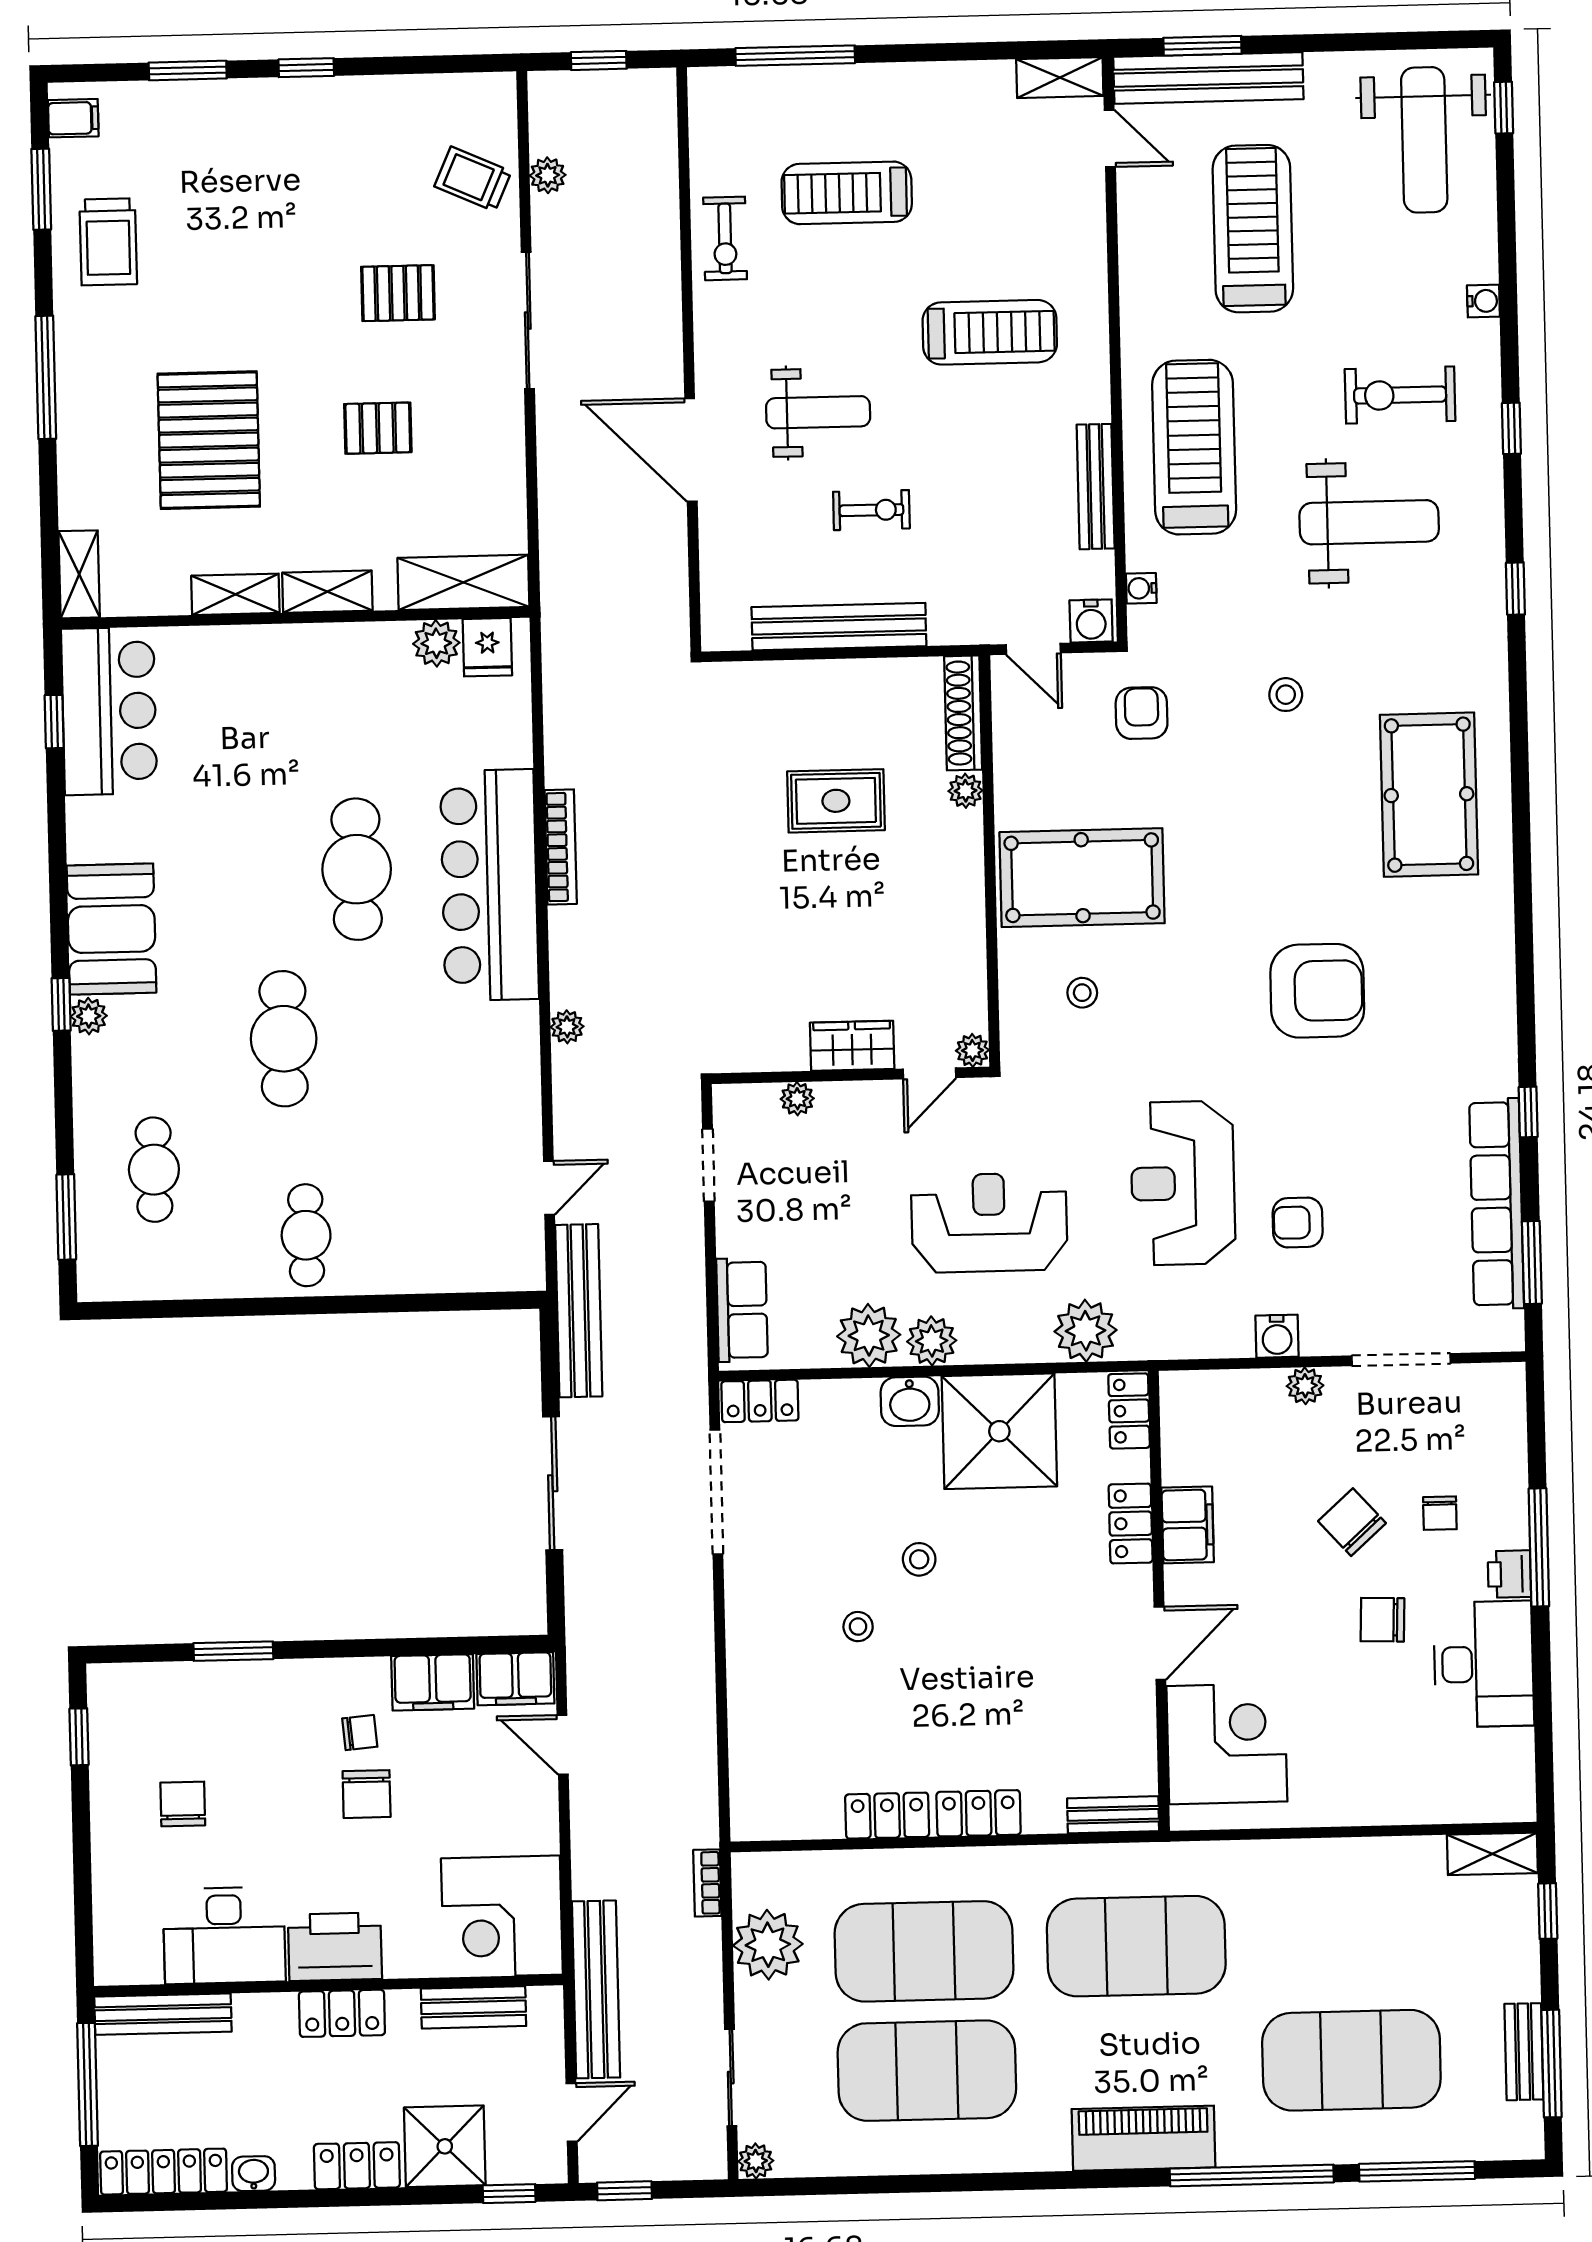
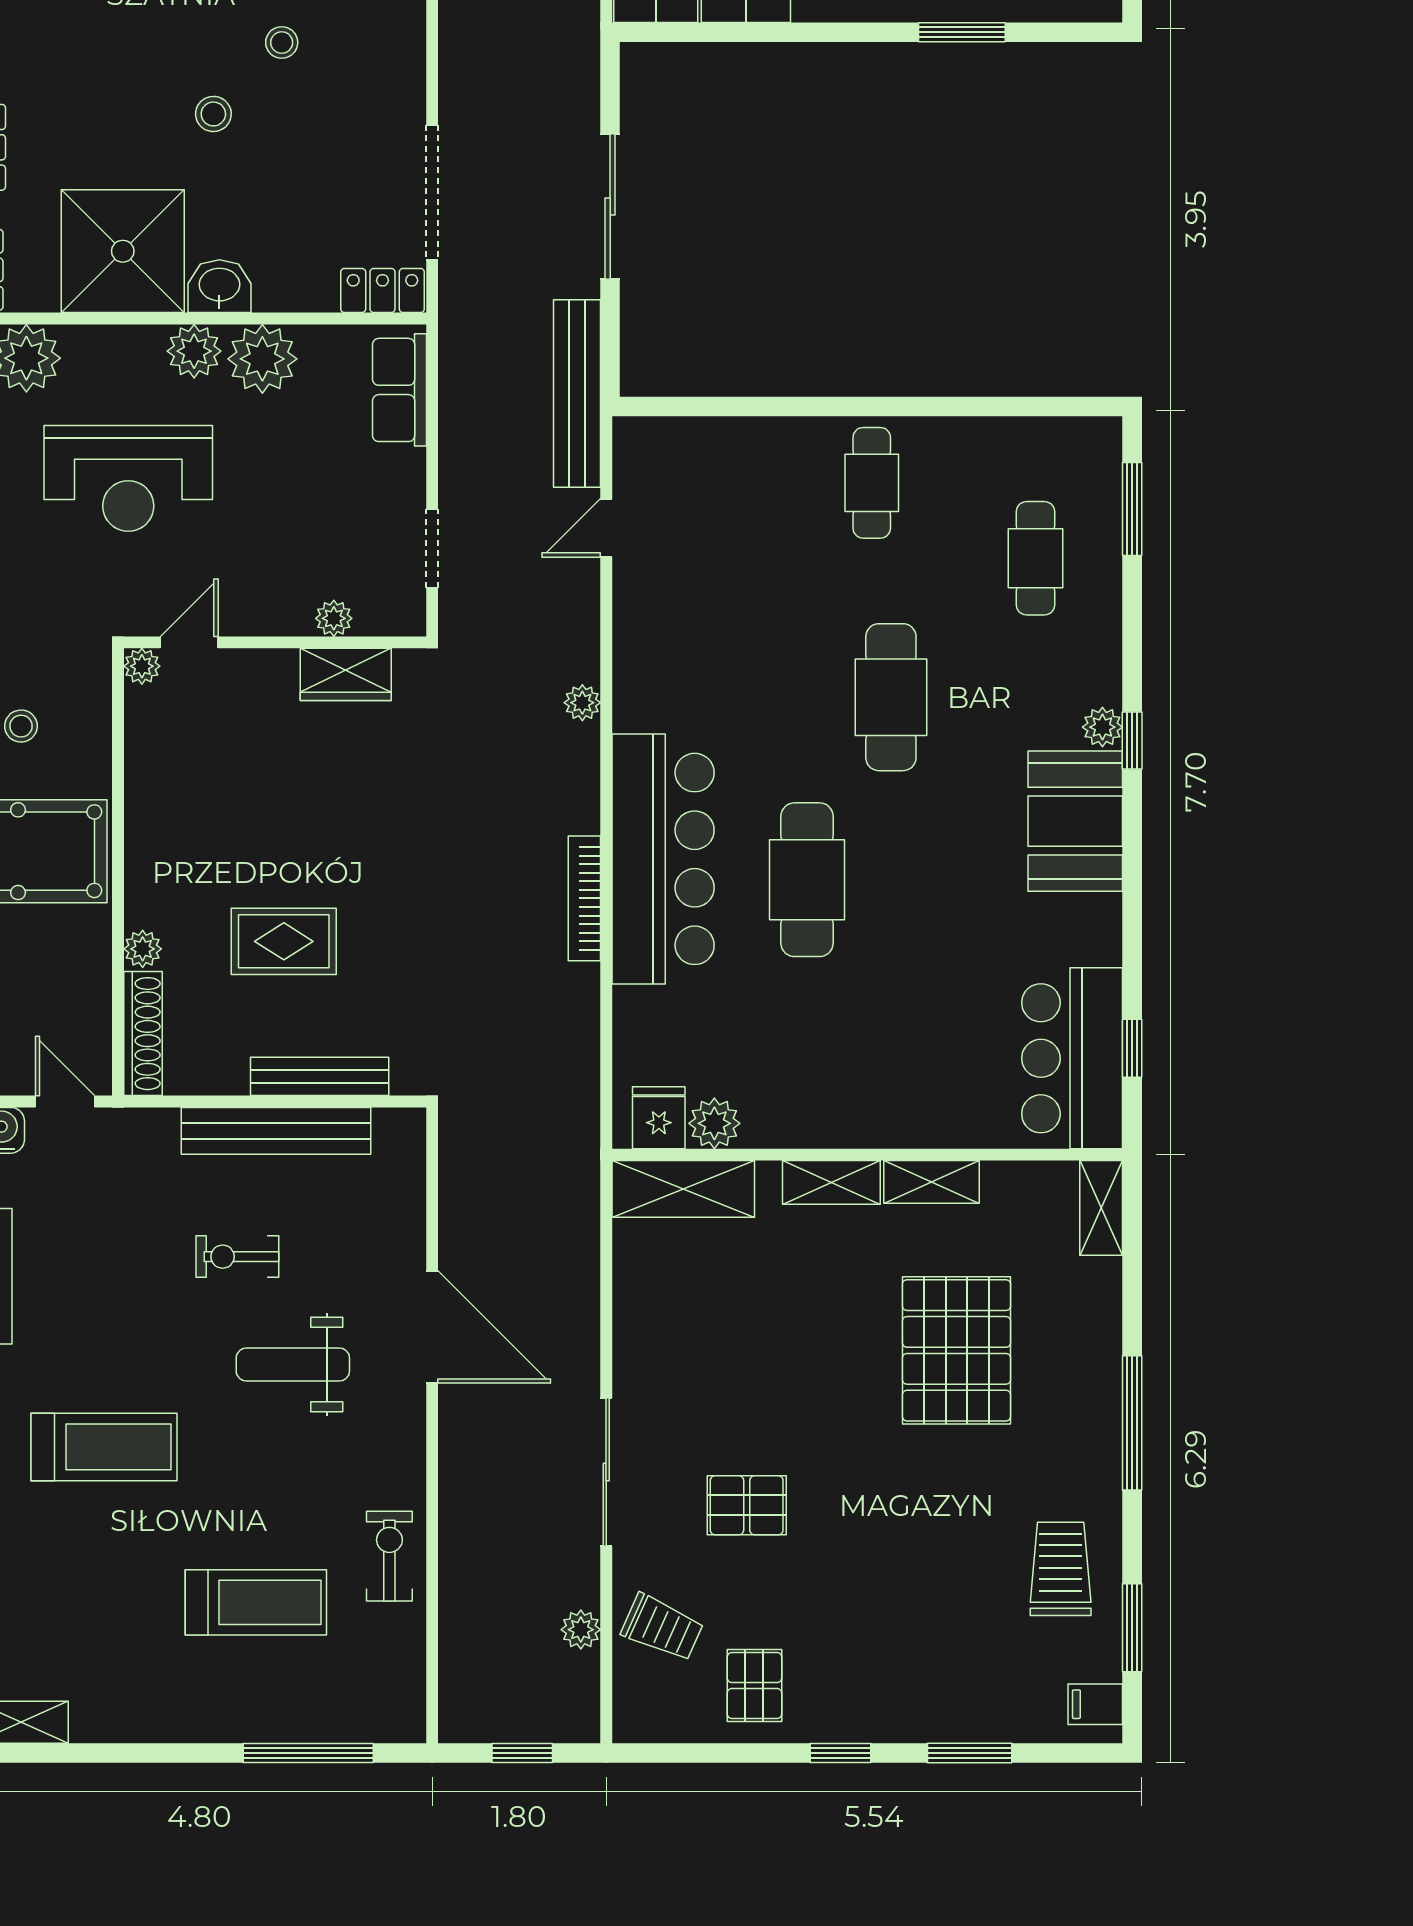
treadmill: (990, 332) -> (104, 1447), turned 180
pallet: (378, 428) -> (754, 1686), moved, turned 90
bench: (800, 678) -> (320, 1076), added
wardrobe: (852, 1046) -> (346, 674), moved

